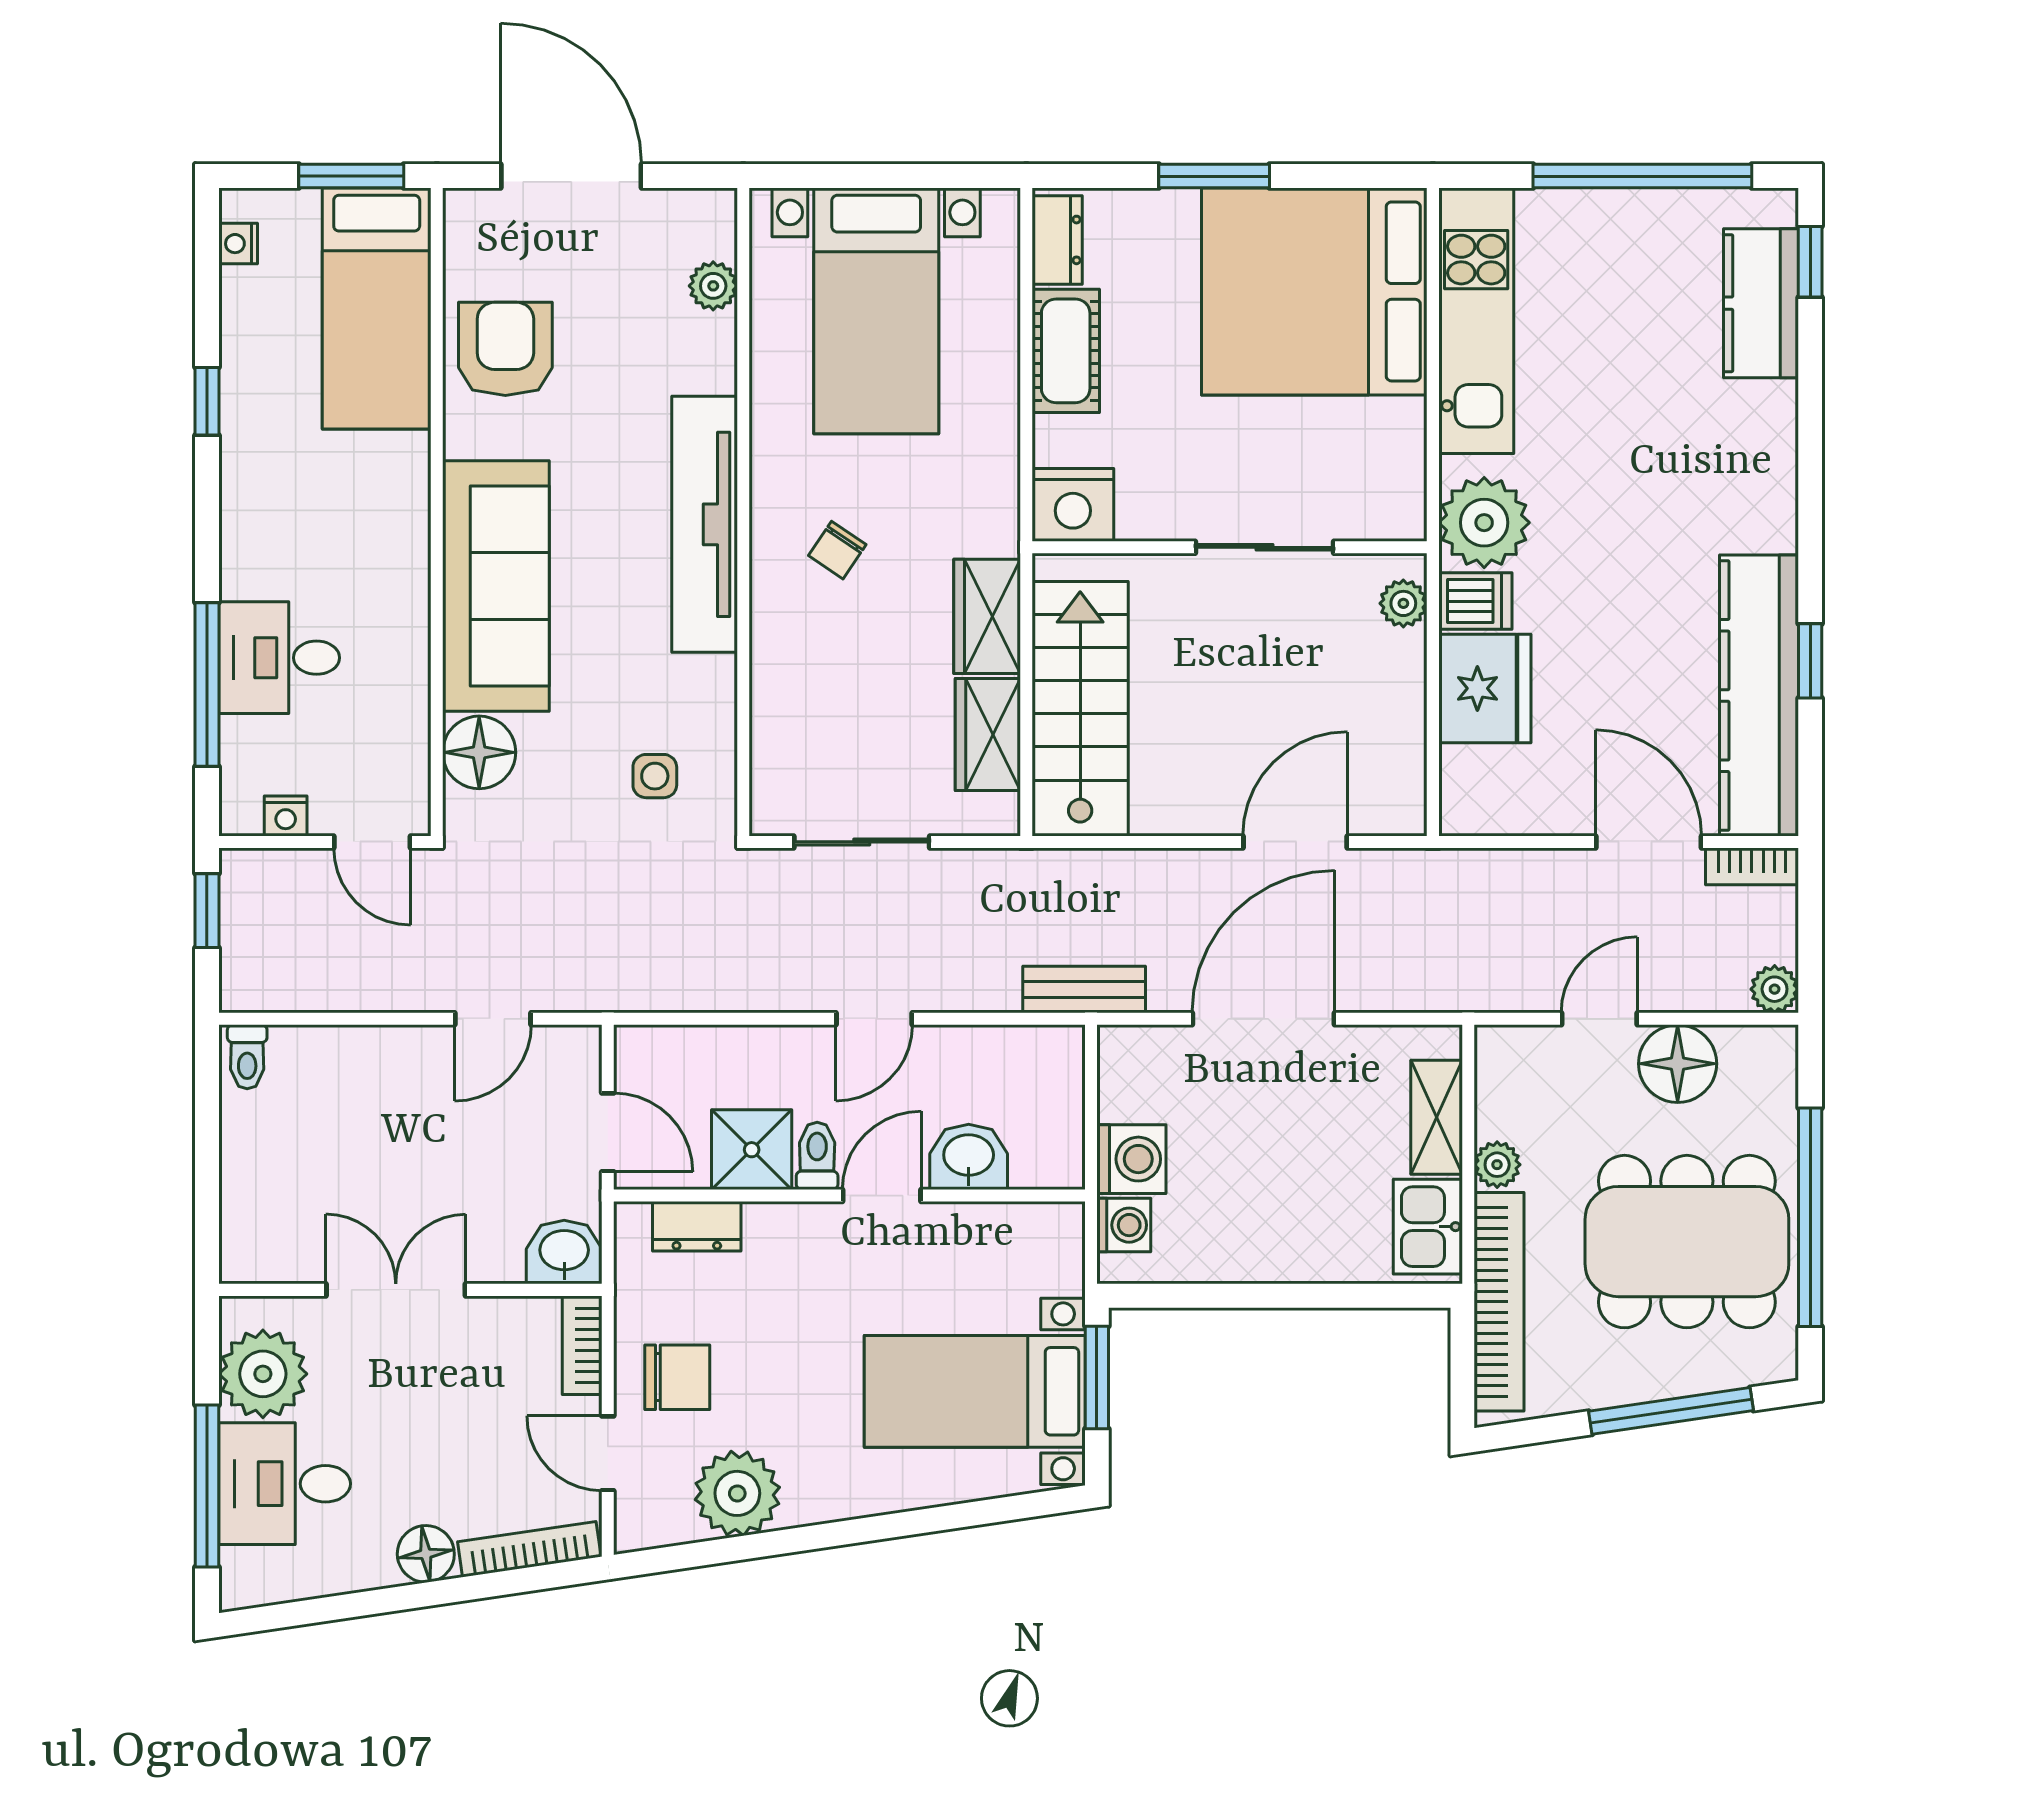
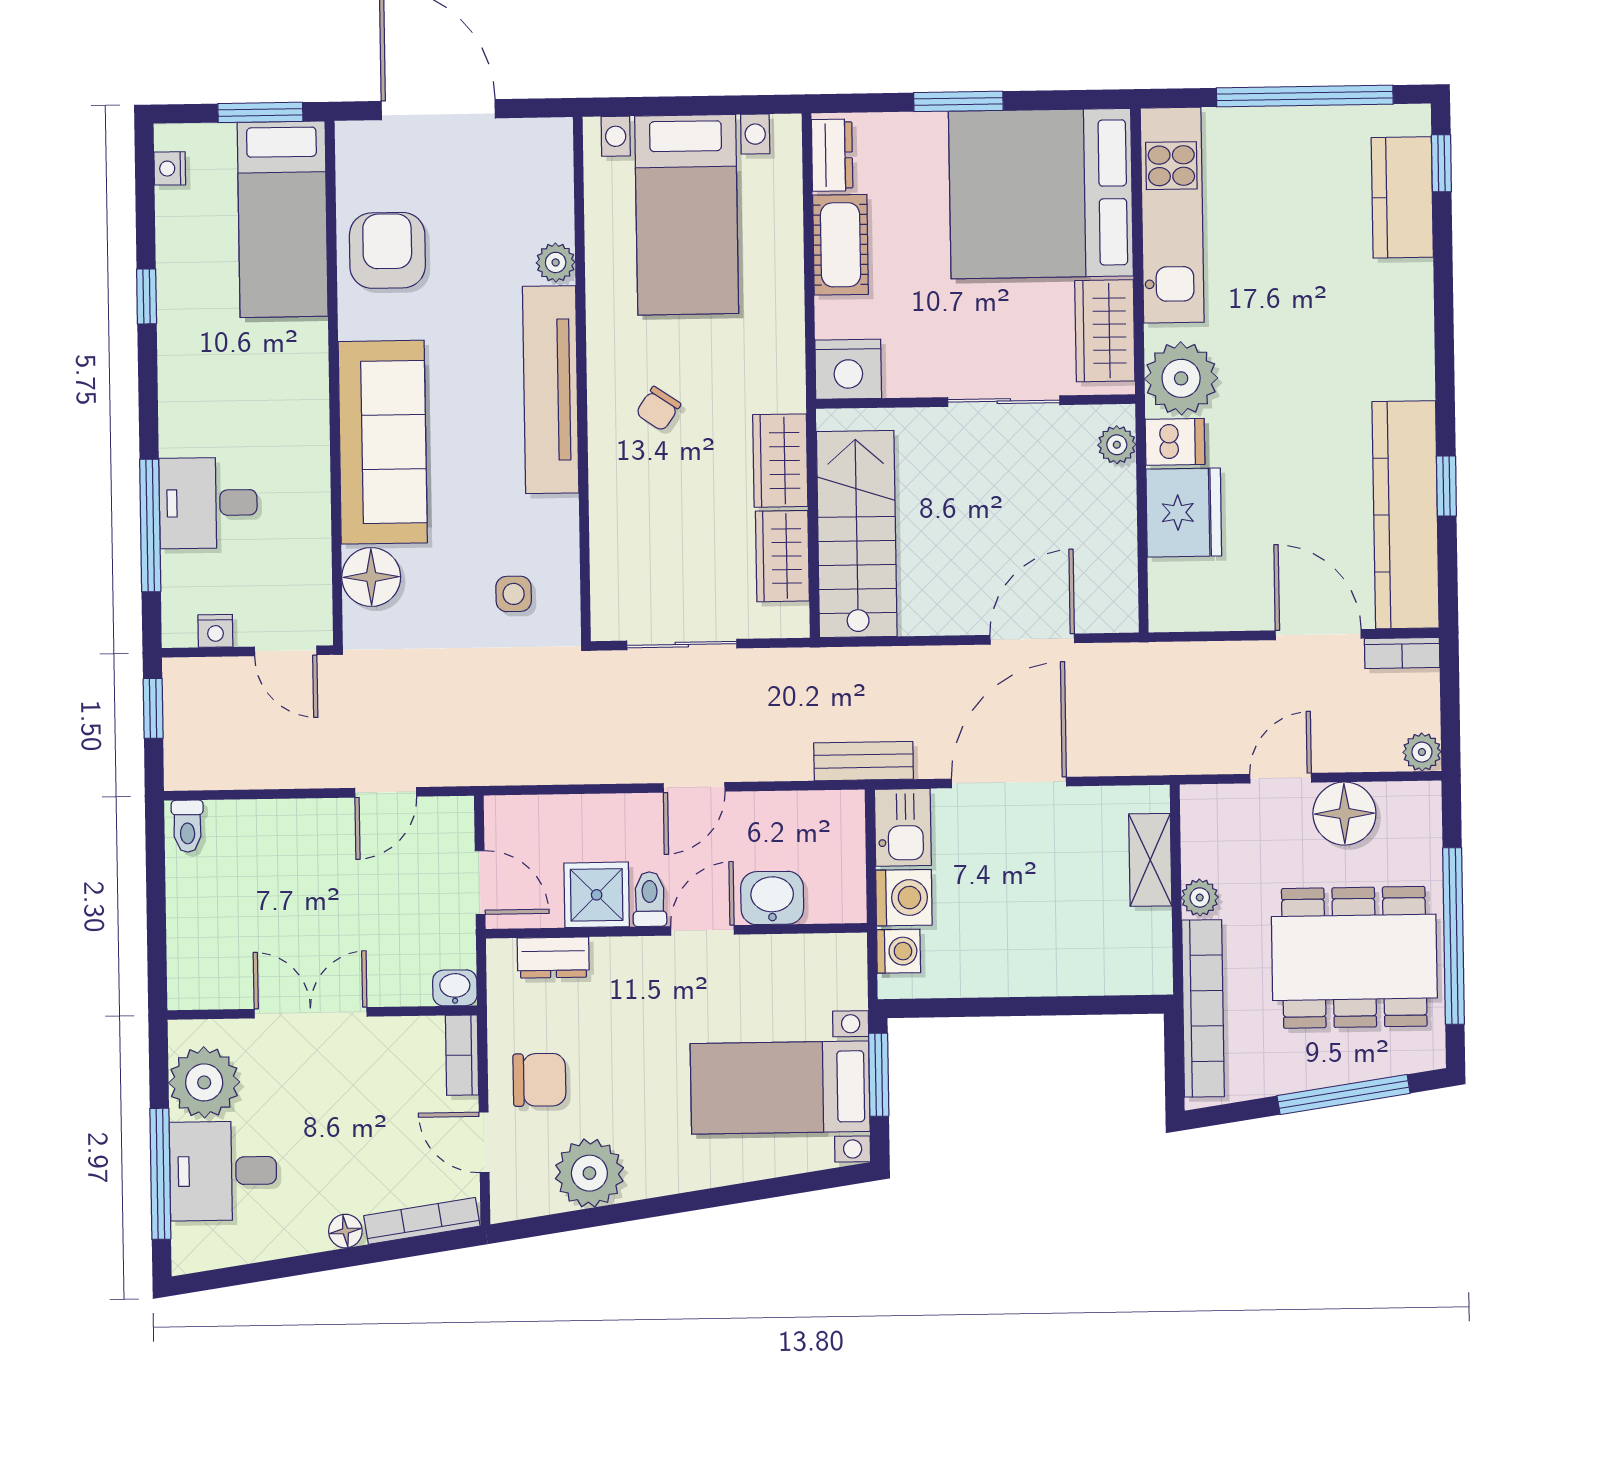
plant: (713, 286) -> (556, 262), moved
wardrobe: (1391, 462) -> (1105, 331), added
kitchen sink: (1428, 1227) -> (903, 827), moved, turned 180
washbasin: (564, 1252) -> (455, 988), width x0.72, depth x0.69
floor lamp: (426, 1554) -> (345, 1231), width x0.73, depth x0.73

